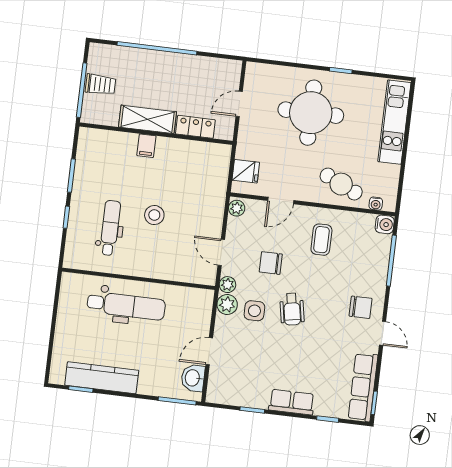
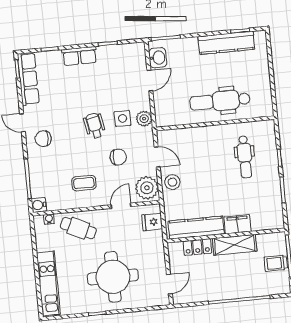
door: (239, 104) -> (169, 284), moved
filing cabinet: (146, 146) -> (237, 224), width x2.00
kitchen counter: (191, 152) -> (196, 228), added
plant: (237, 208) -> (147, 188), width x1.87, depth x1.87
stool: (154, 215) -> (172, 182), moved
coffee table: (321, 240) -> (84, 183), turned 90
plant: (228, 285) -> (147, 134), removed

